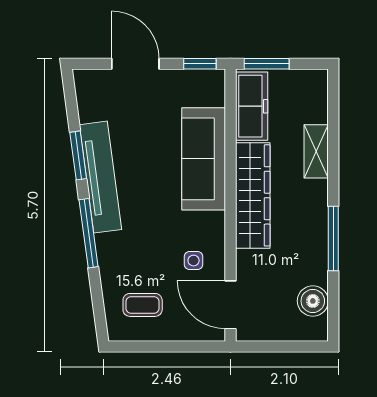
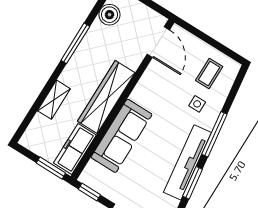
side table: (194, 261) -> (197, 104), moved
coffee table: (143, 305) -> (209, 74), turned 90

